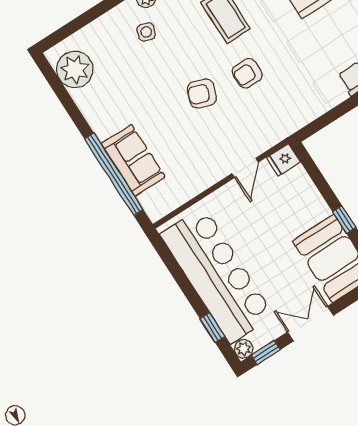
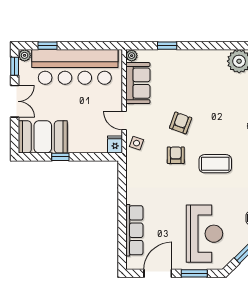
side table: (146, 32) -> (137, 143), moved
sofa: (133, 160) -> (138, 83), moved, turned -90
window: (114, 174) -> (167, 46), width x0.32
plant: (156, 212) -> (132, 56), added

